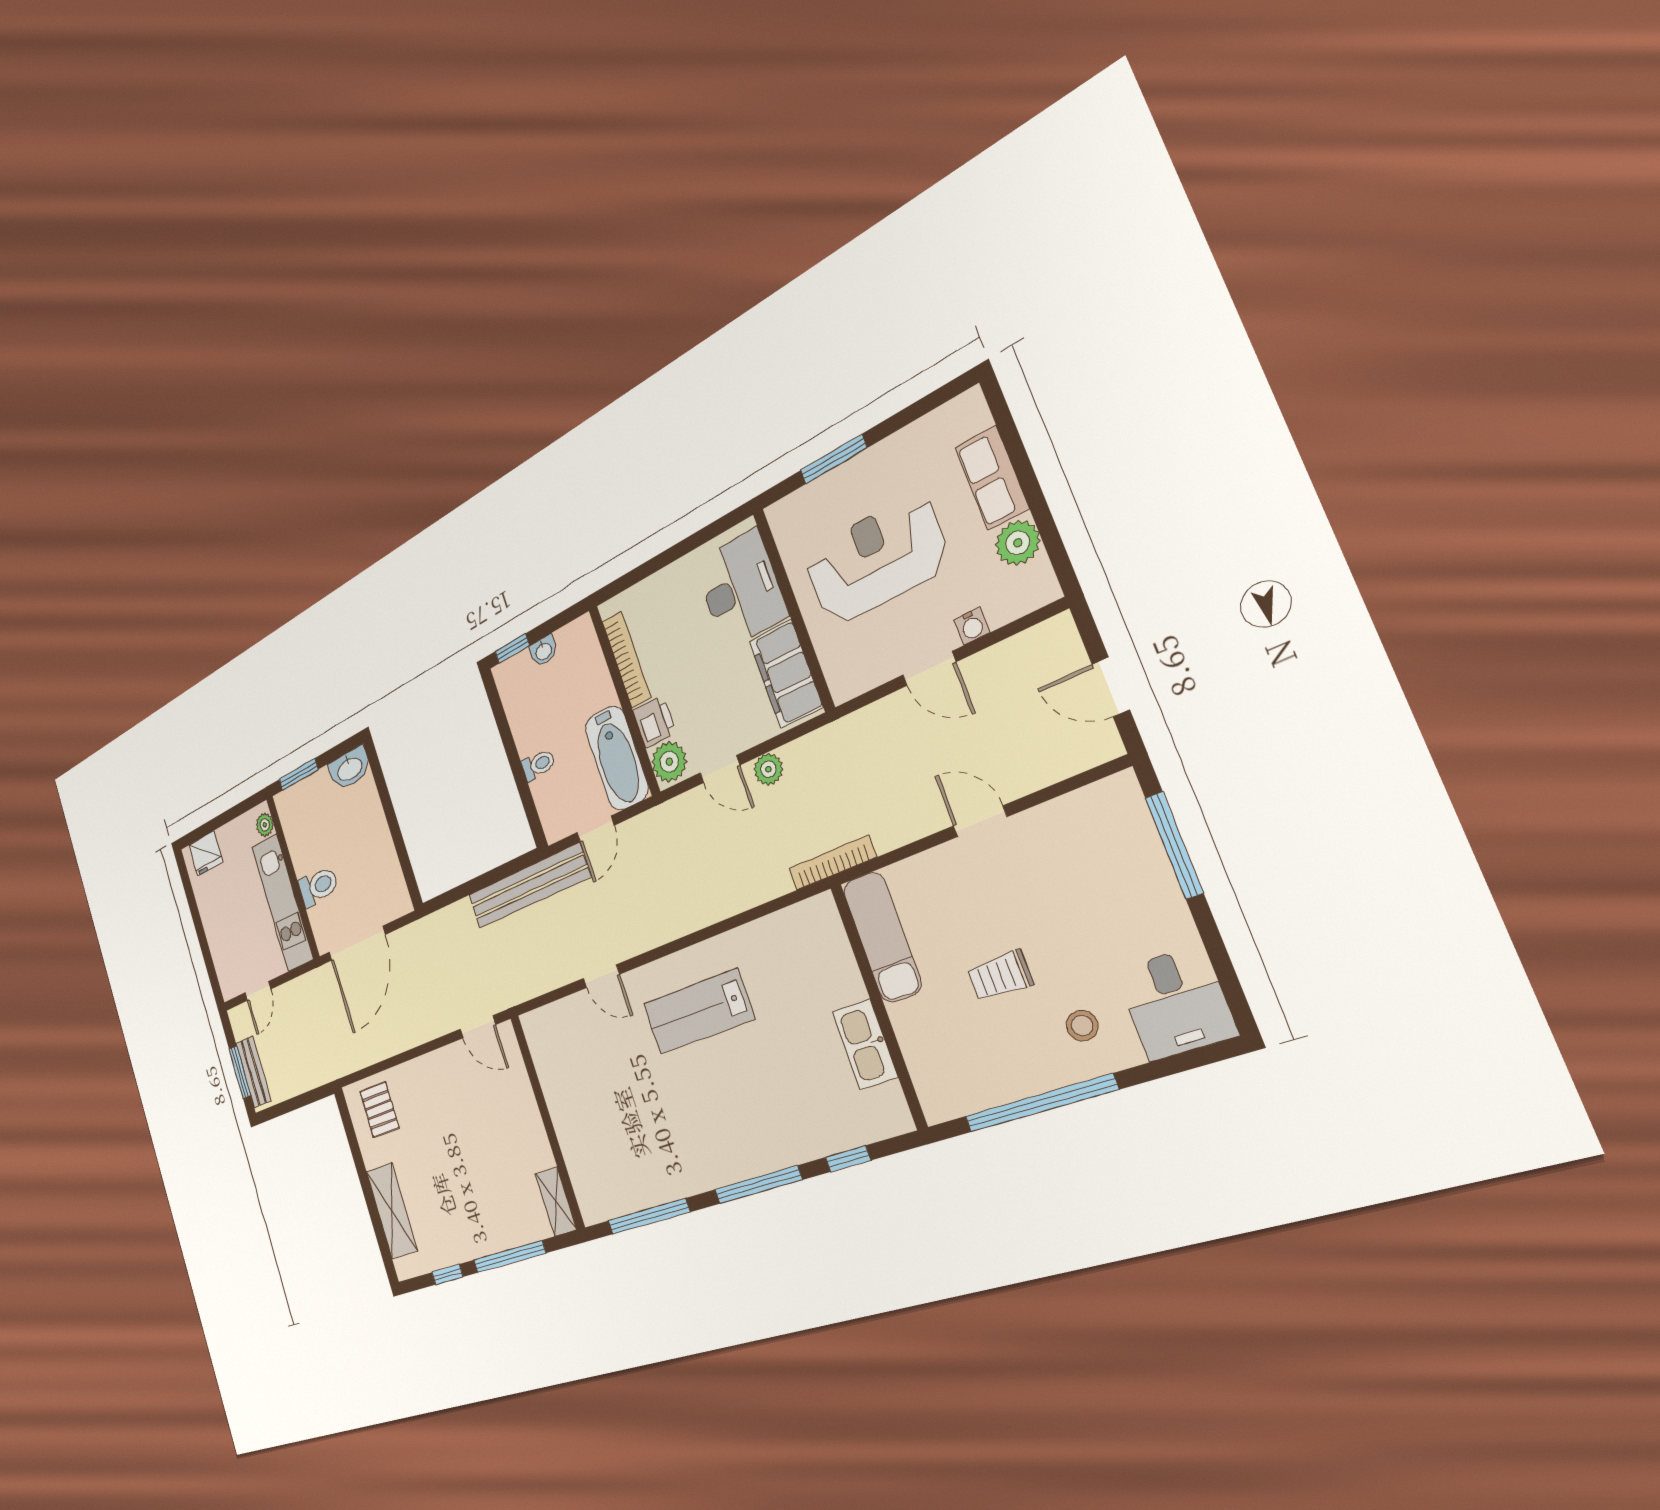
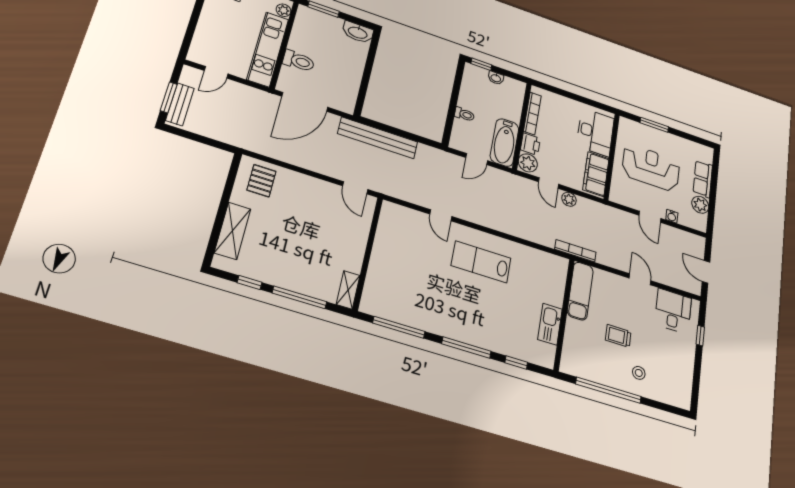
window: (1174, 845) -> (700, 336), width x0.46
bench: (528, 886) -> (378, 138), moved
desk: (1176, 1003) -> (673, 311), moved, turned 180

